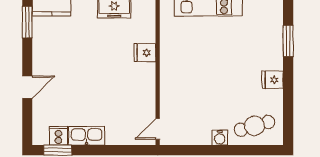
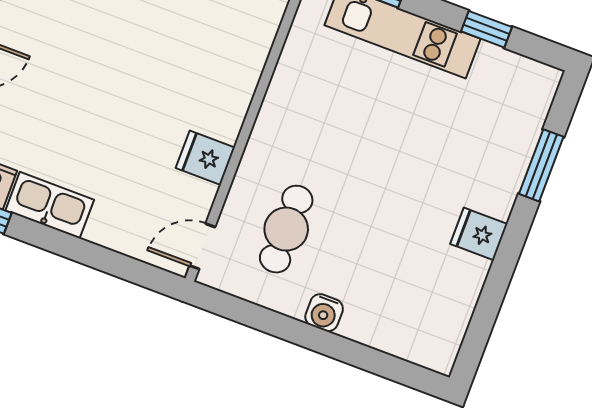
fridge: (145, 53) -> (205, 158), moved
cafe table: (254, 126) -> (286, 229), moved, turned -74

